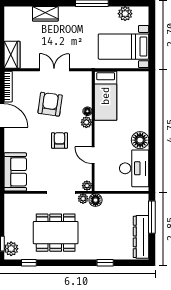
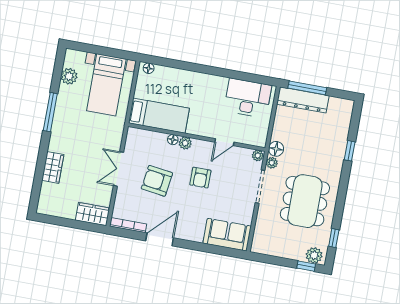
armchair: (59, 140) -> (200, 178), turned -90
floor lamp: (140, 140) -> (149, 68), moved, width x0.53, depth x0.53
dresser: (141, 237) -> (303, 100), moved

